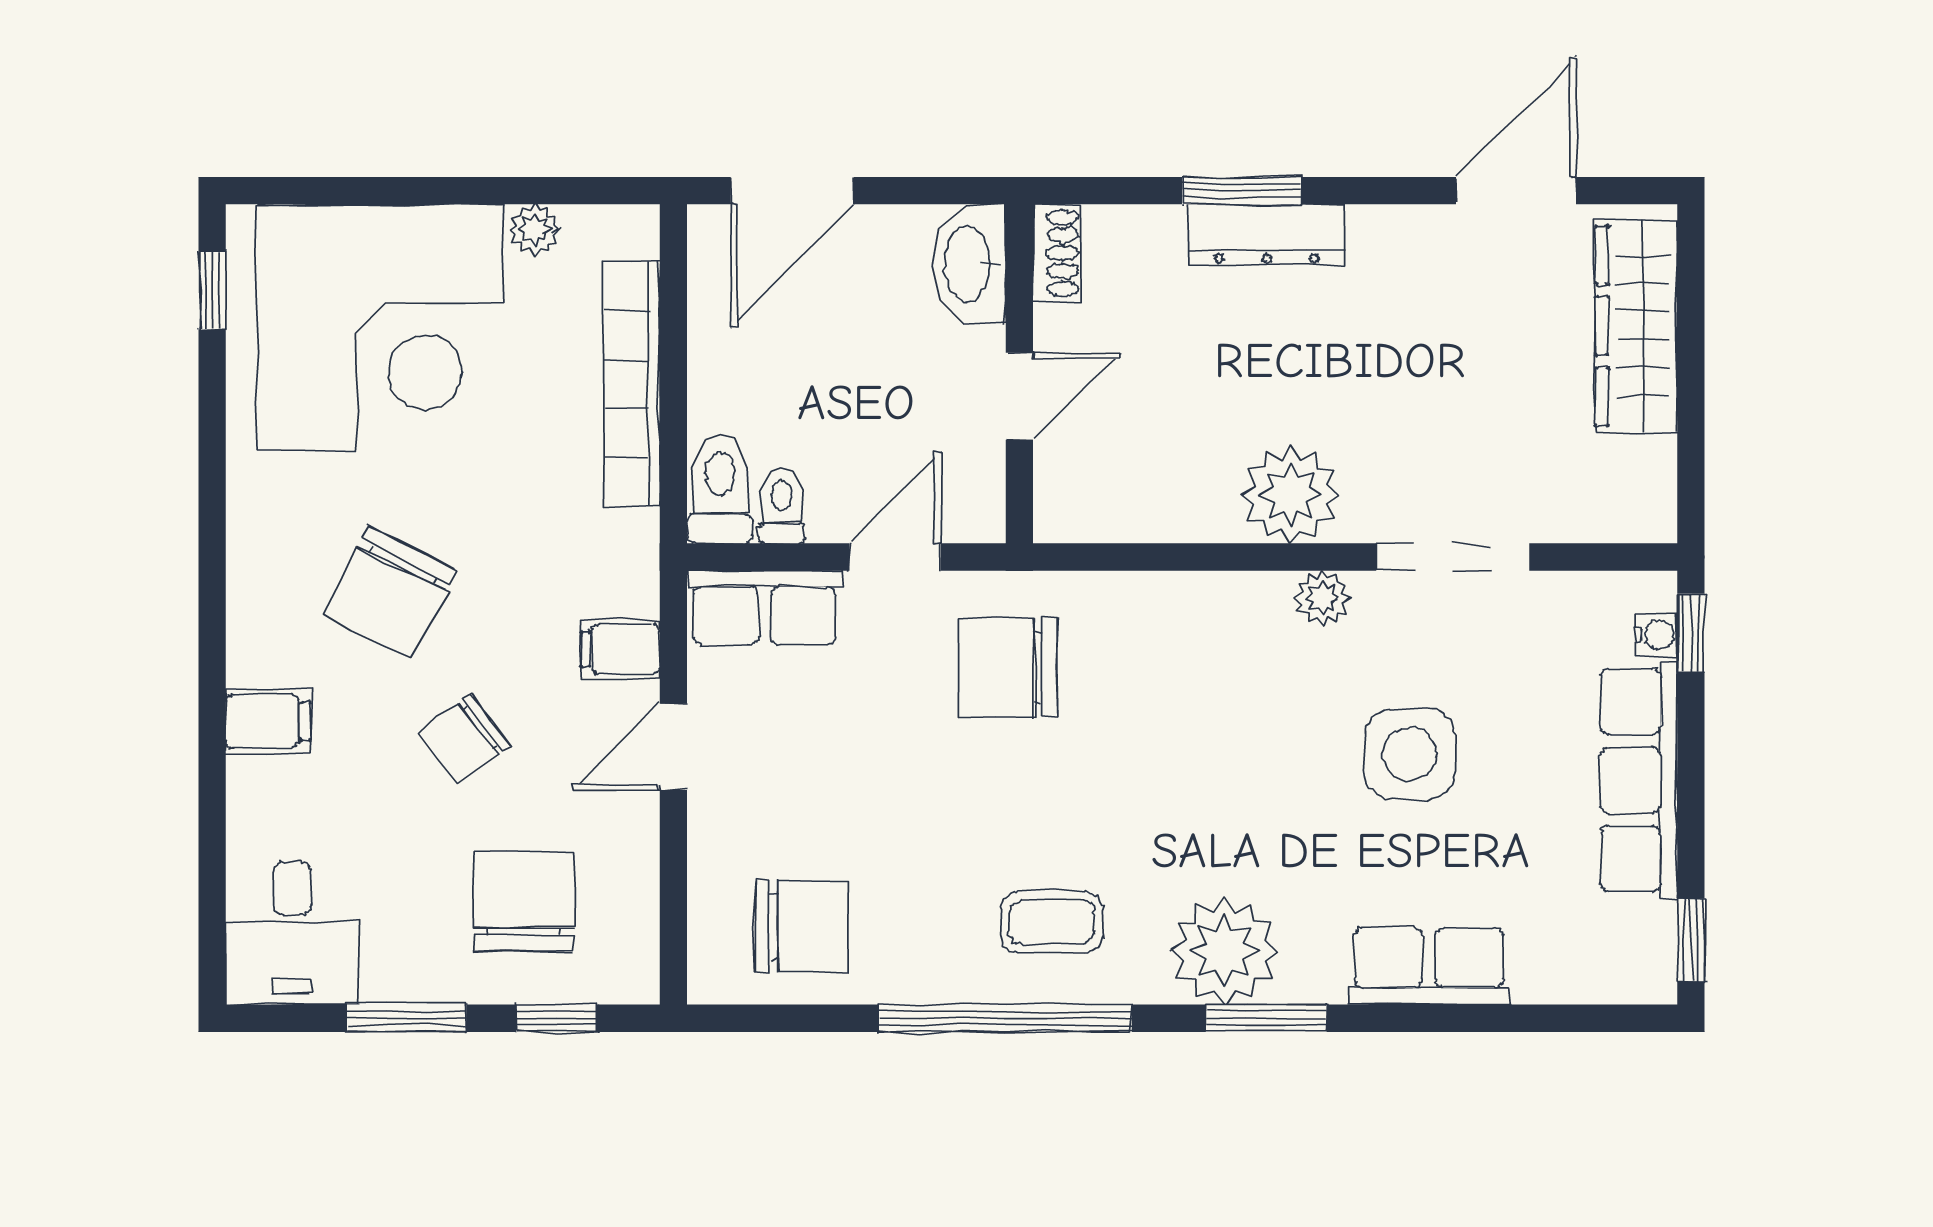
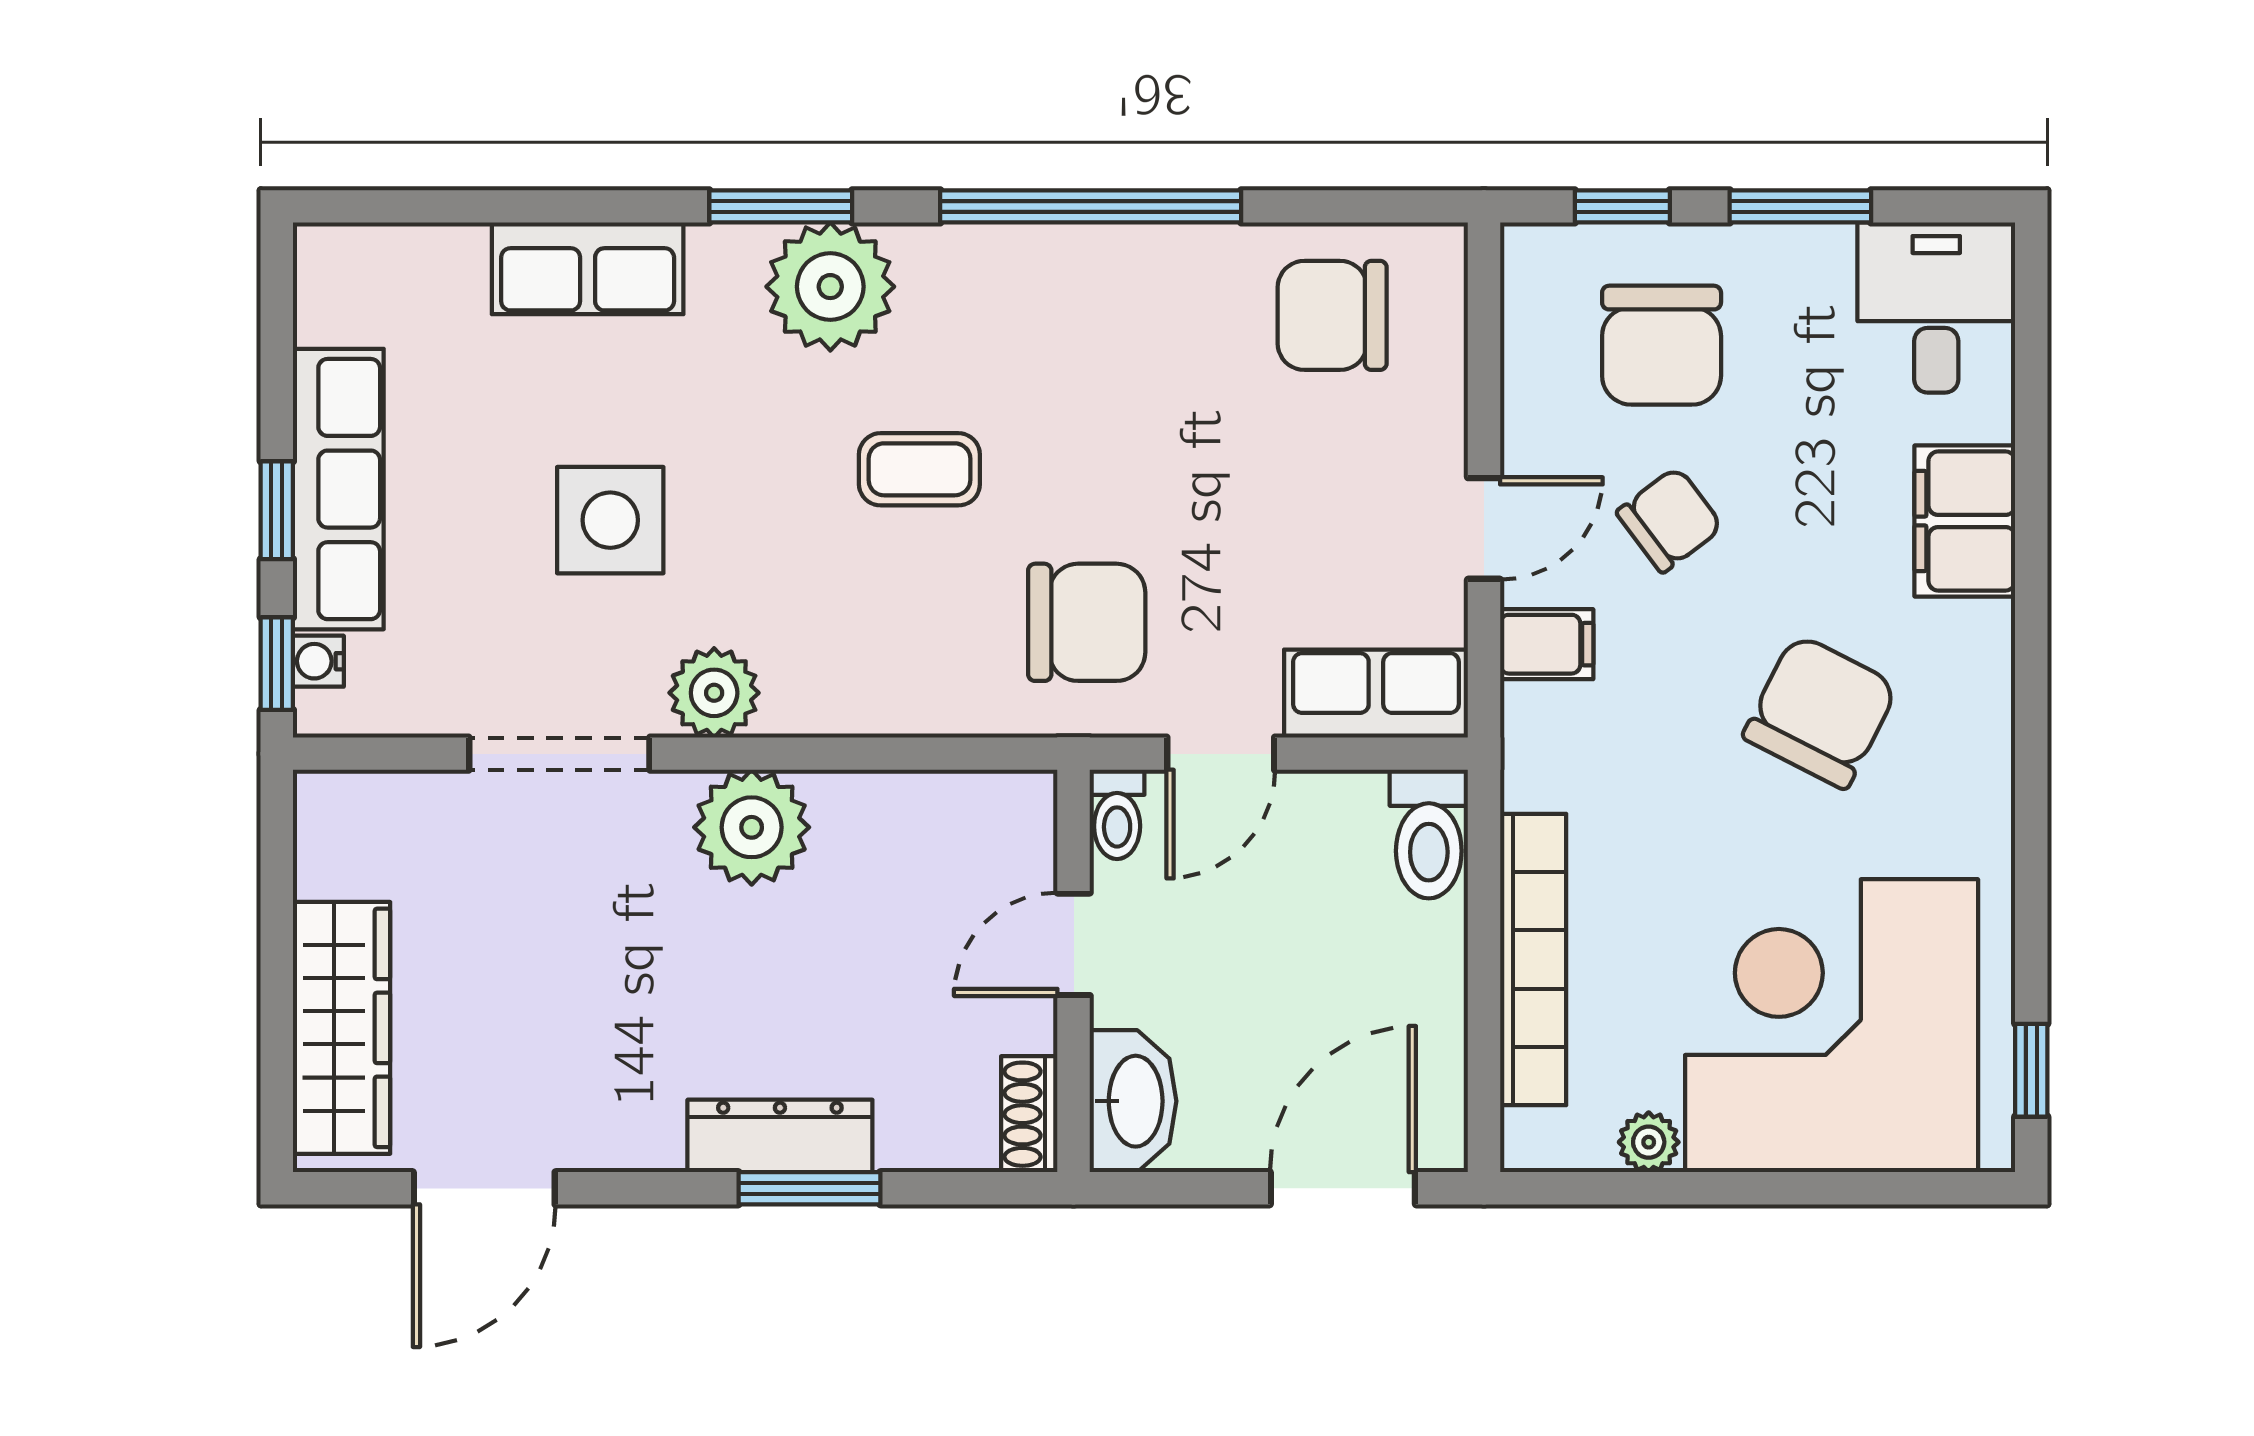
toilet: (781, 506) -> (1117, 814), moved
plant: (1322, 598) -> (714, 693), width x1.38, depth x1.38
filing cabinet: (268, 721) -> (1965, 521), width x2.00
chair: (464, 739) -> (1670, 520), moved
coffee table: (1052, 922) -> (919, 469), moved
window: (1691, 940) -> (277, 510), moved

